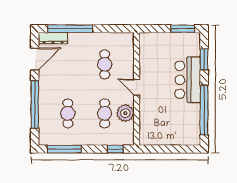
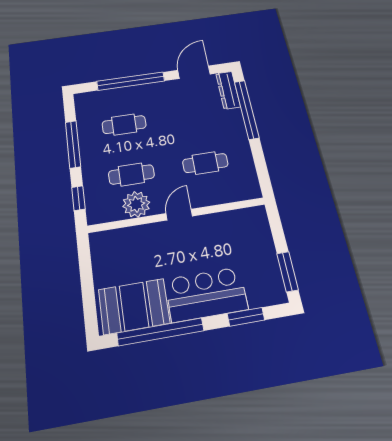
door: (35, 59) -> (194, 72), swing flipped
booth: (187, 123) -> (134, 306), added
window: (64, 149) -> (73, 144), moved

